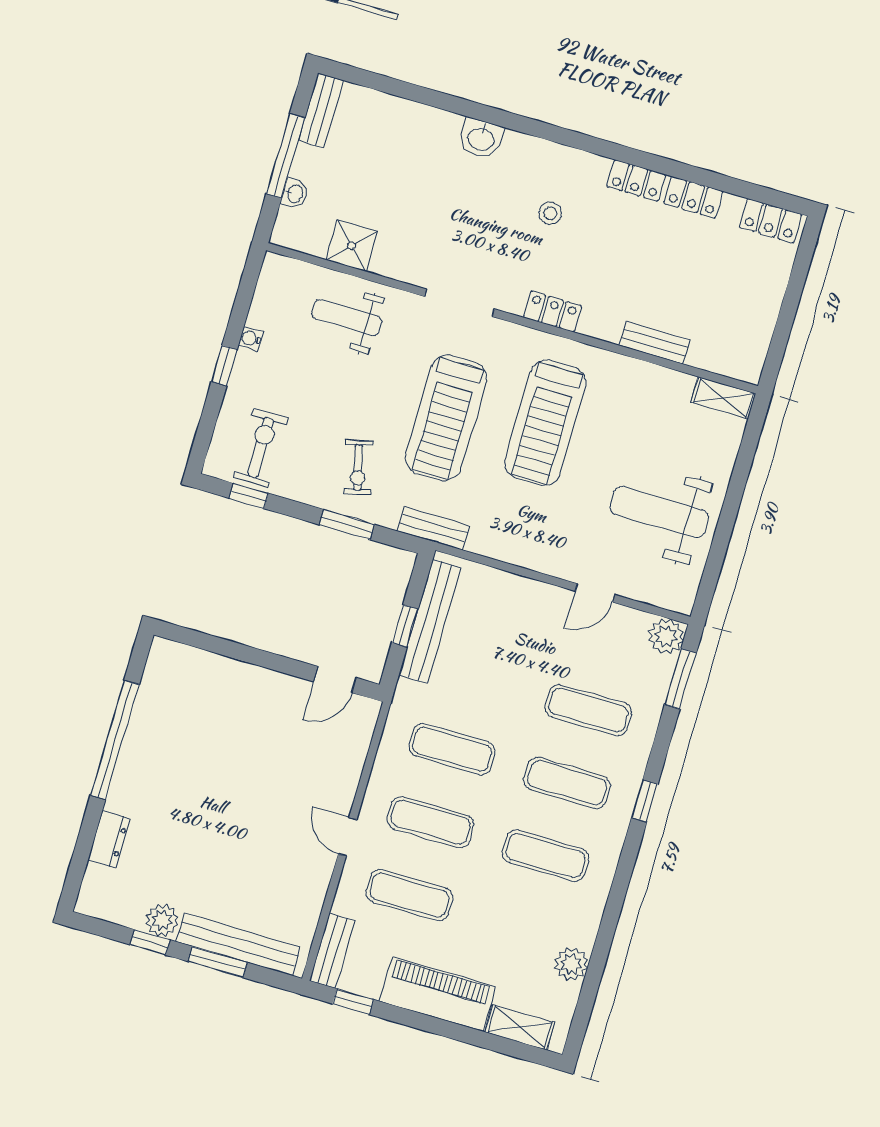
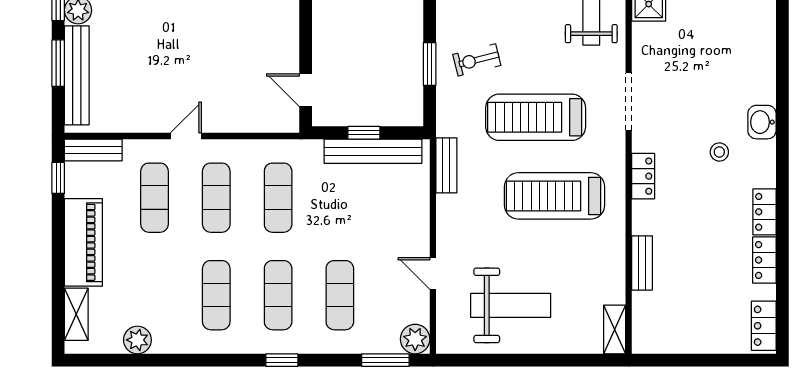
washbasin: (481, 138) -> (762, 122), moved
weight bench: (659, 512) -> (511, 305), turned 90
bench: (433, 528) -> (446, 165), moved

